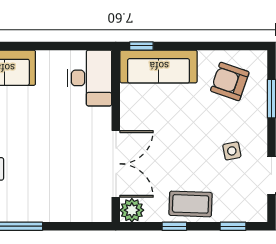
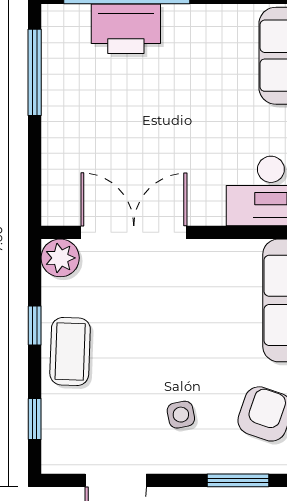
side table: (232, 151) -> (181, 415), moved
double door: (116, 164) -> (134, 232), swing flipped

